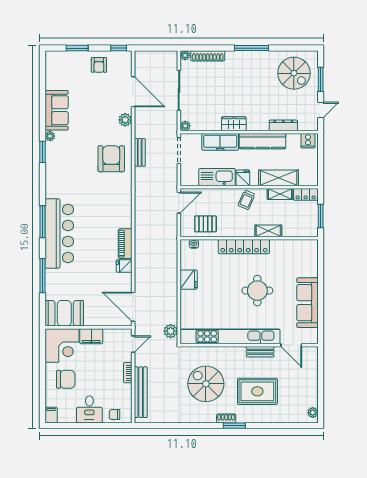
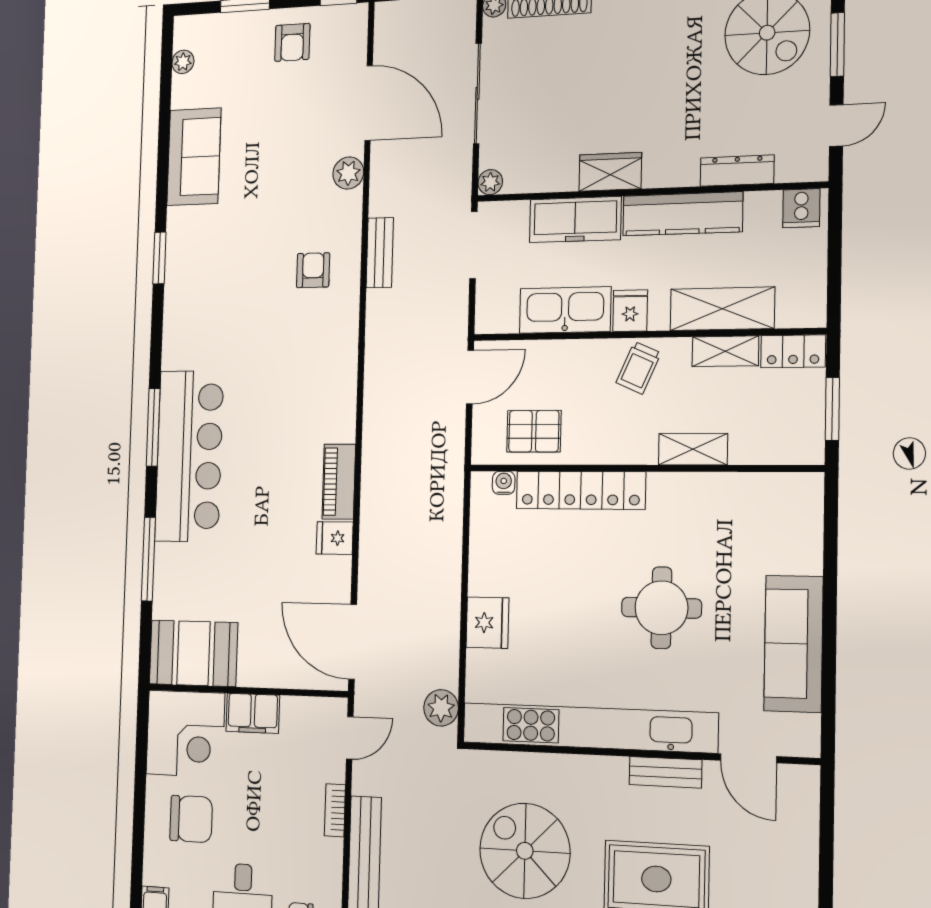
plant: (50, 136) -> (183, 62), moved
armchair: (111, 159) -> (313, 270), width x0.53, depth x0.53
locker: (244, 247) -> (581, 490), moved
fridge: (189, 280) -> (487, 623), moved

